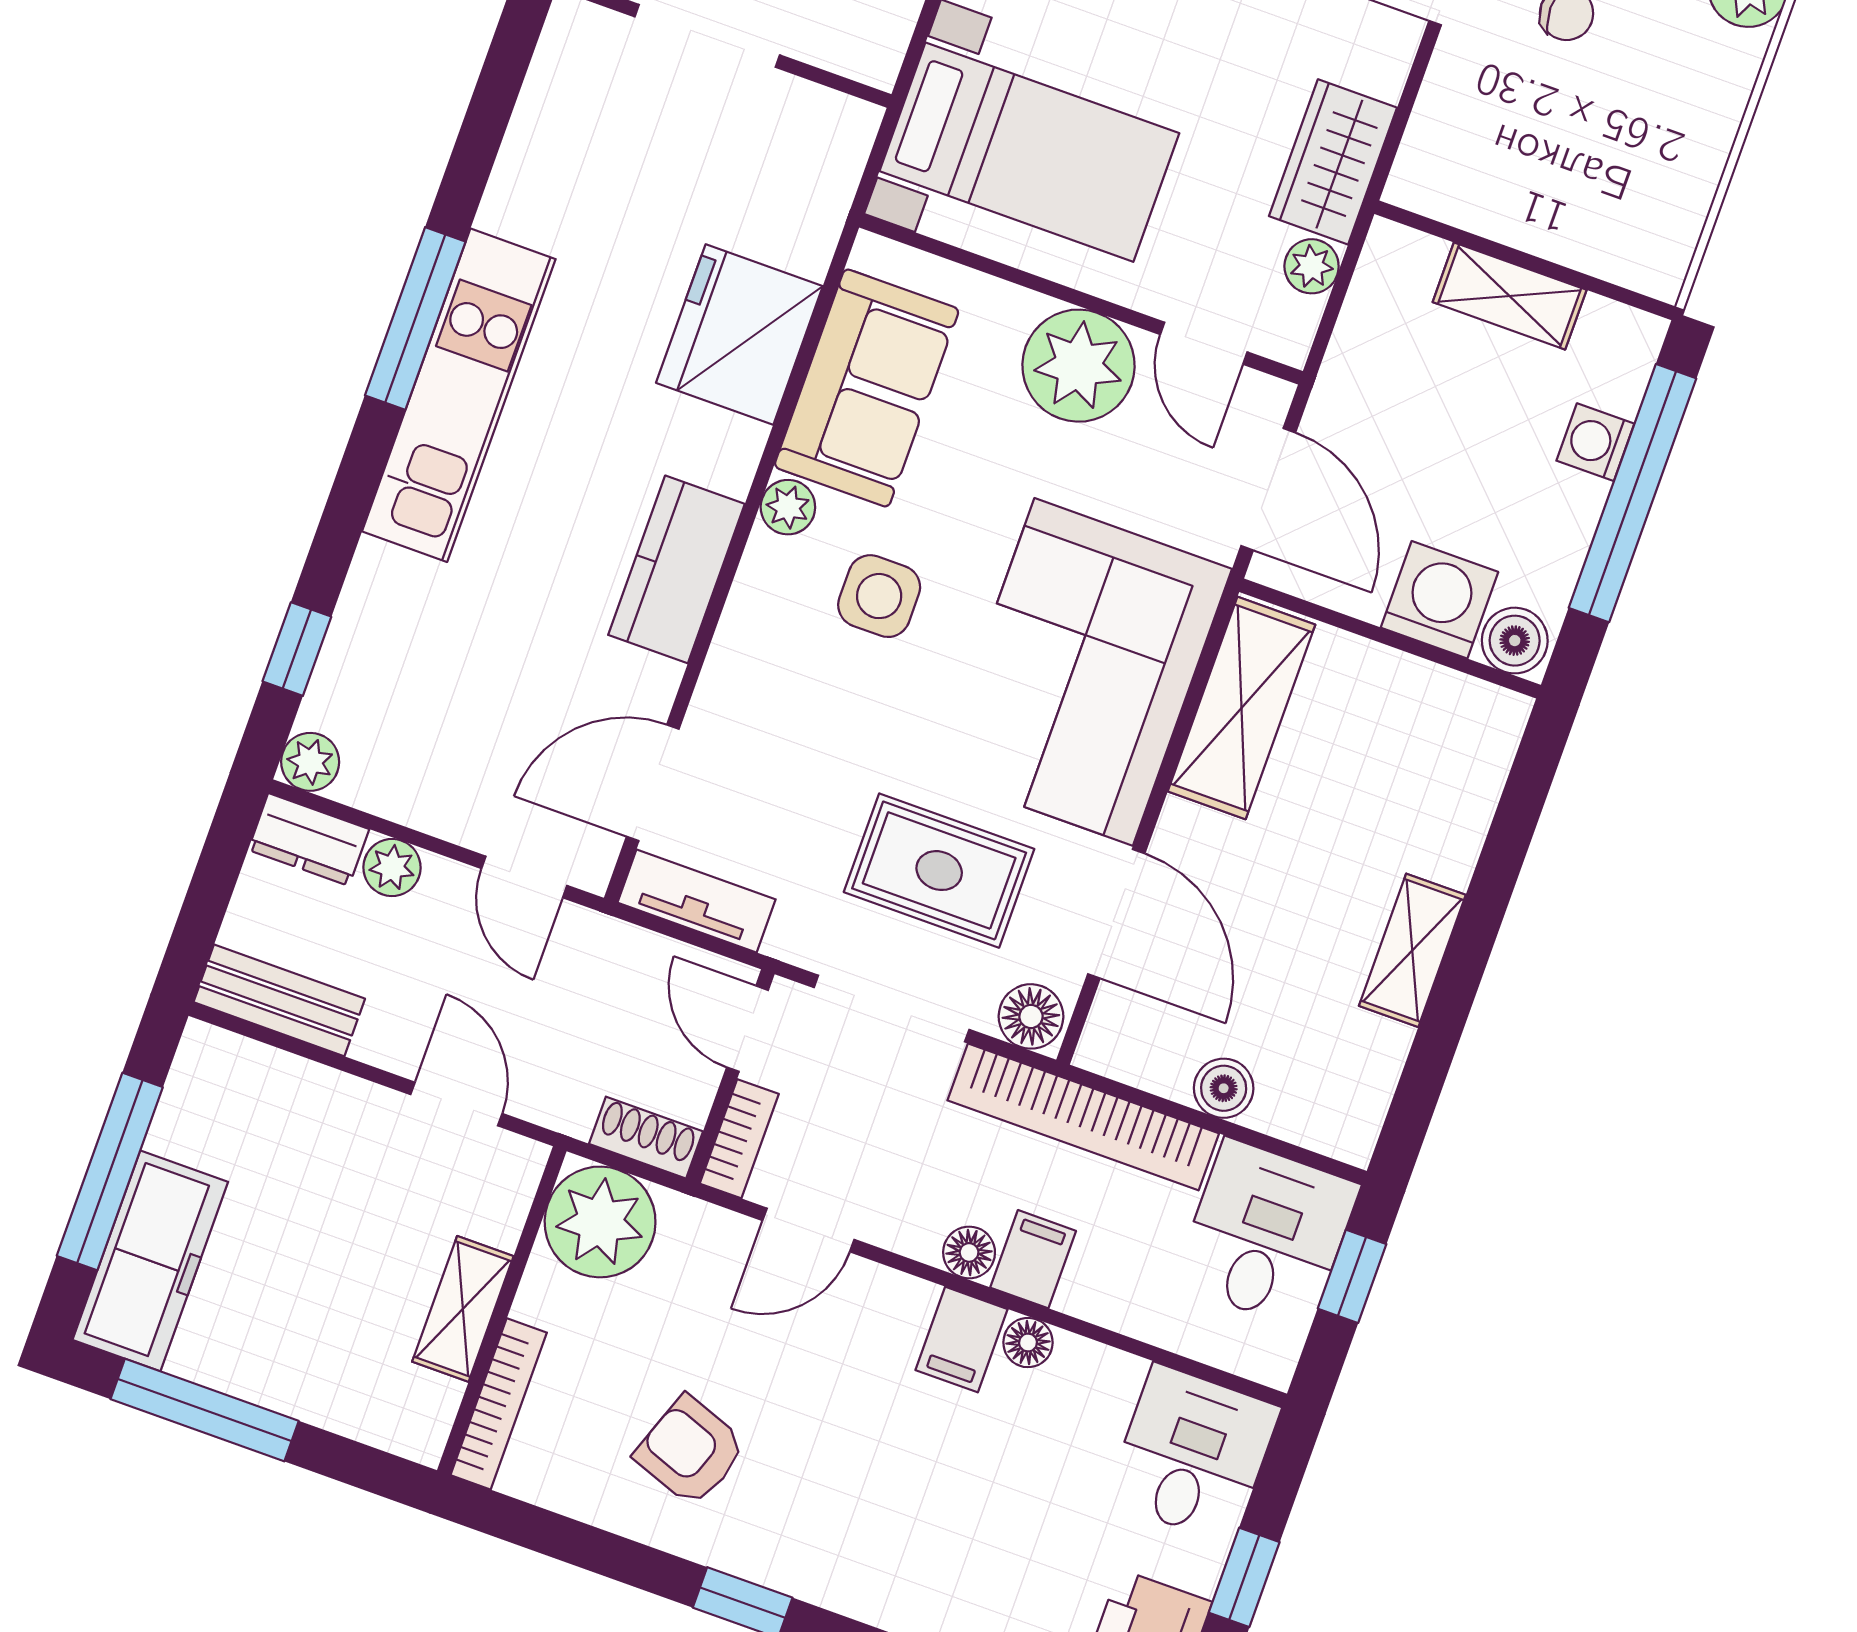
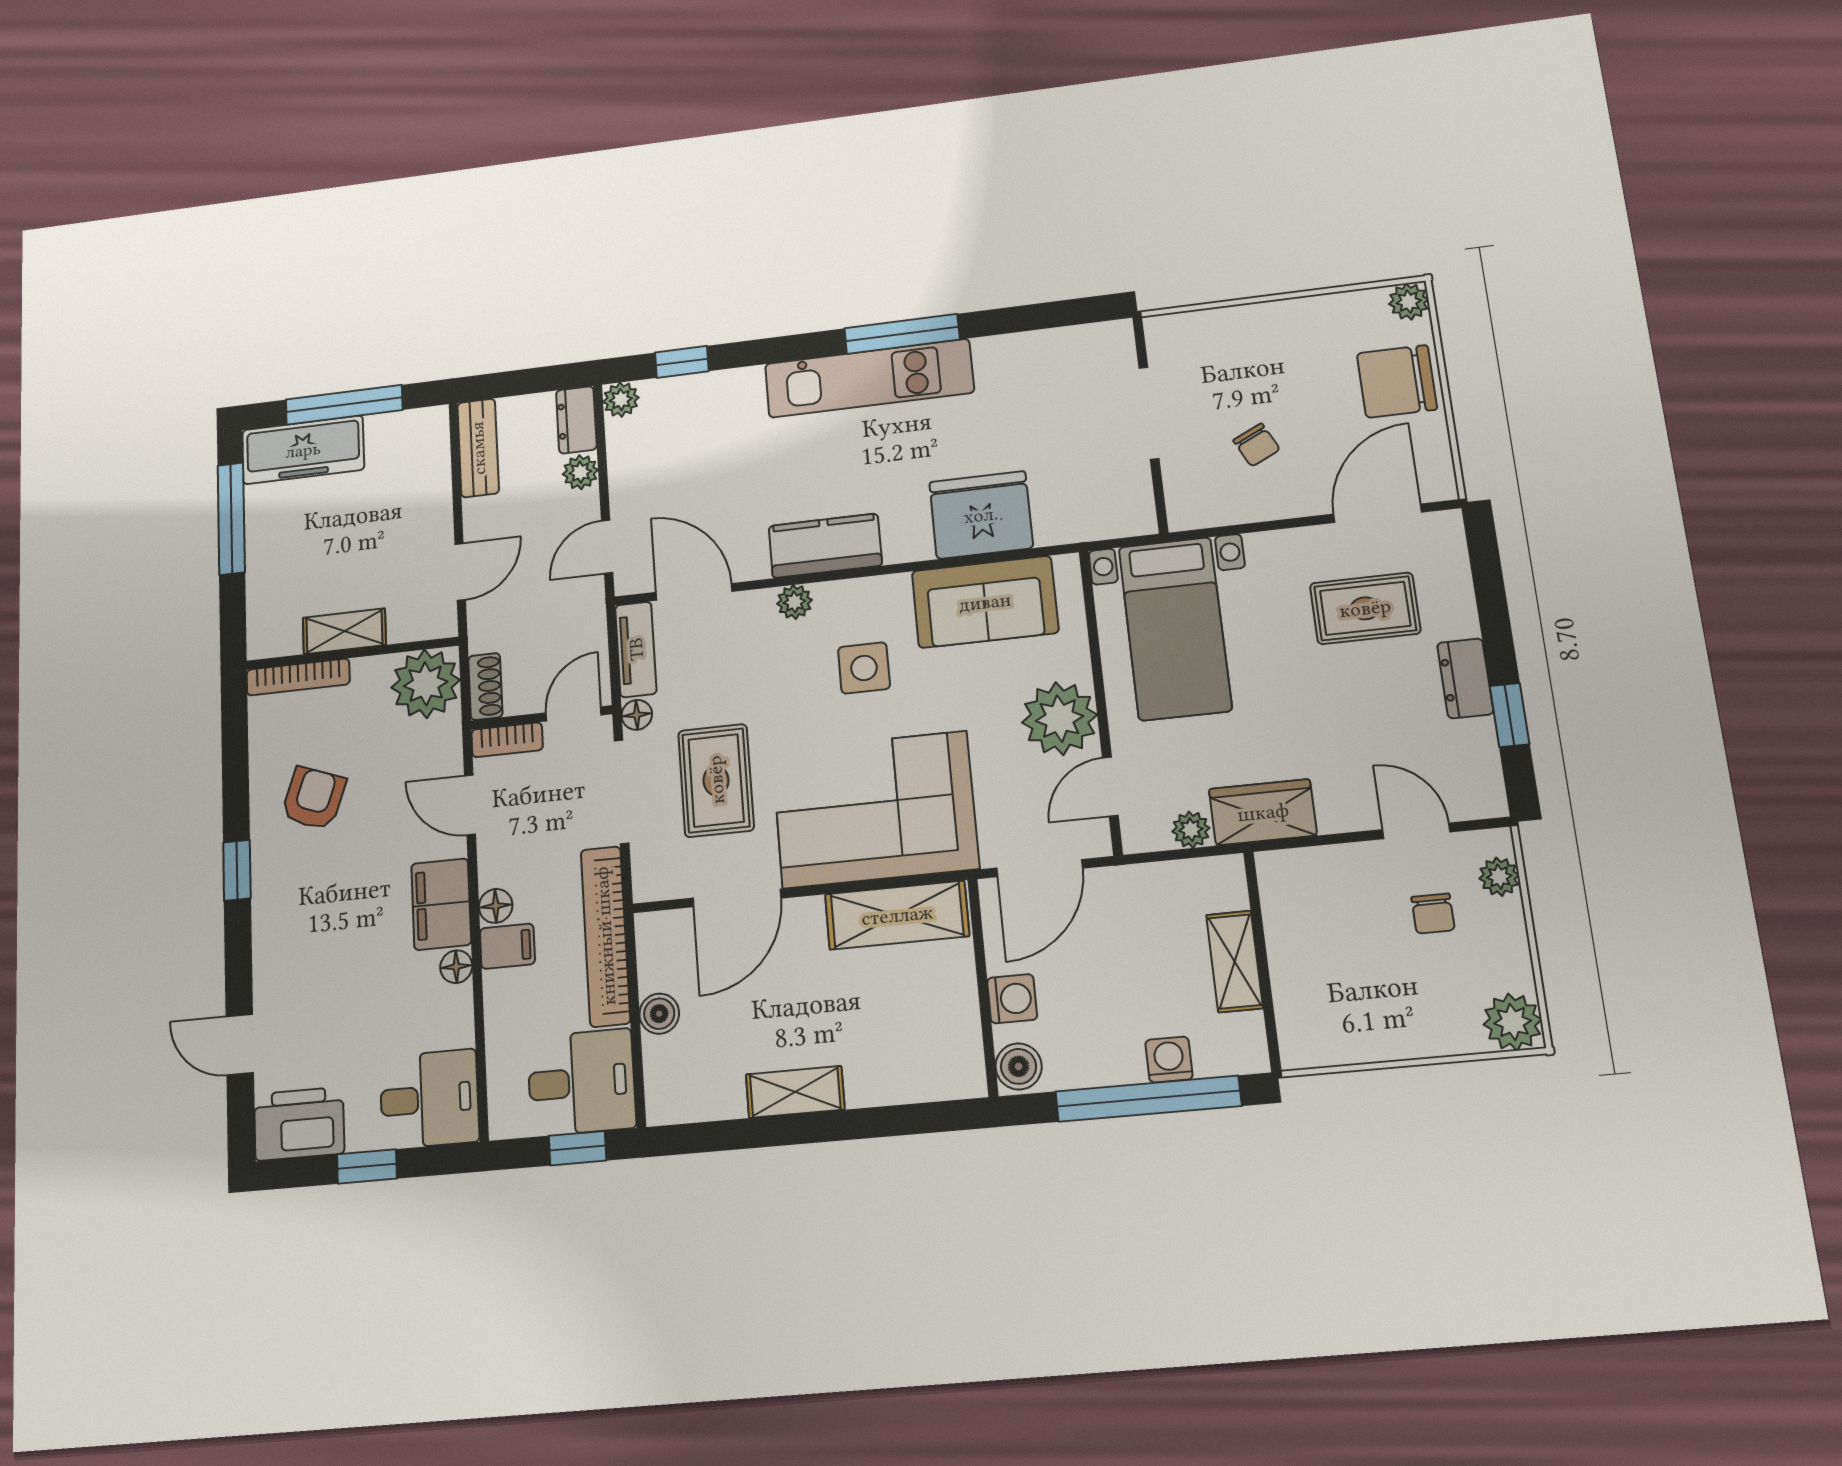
plant: (788, 507) -> (794, 602), moved
washing machine: (1439, 600) -> (1012, 999), width x0.73, depth x0.73
floor lamp: (1031, 1016) -> (637, 715), moved, width x0.73, depth x0.73
filing cabinet: (962, 1340) -> (441, 904), width x2.00

